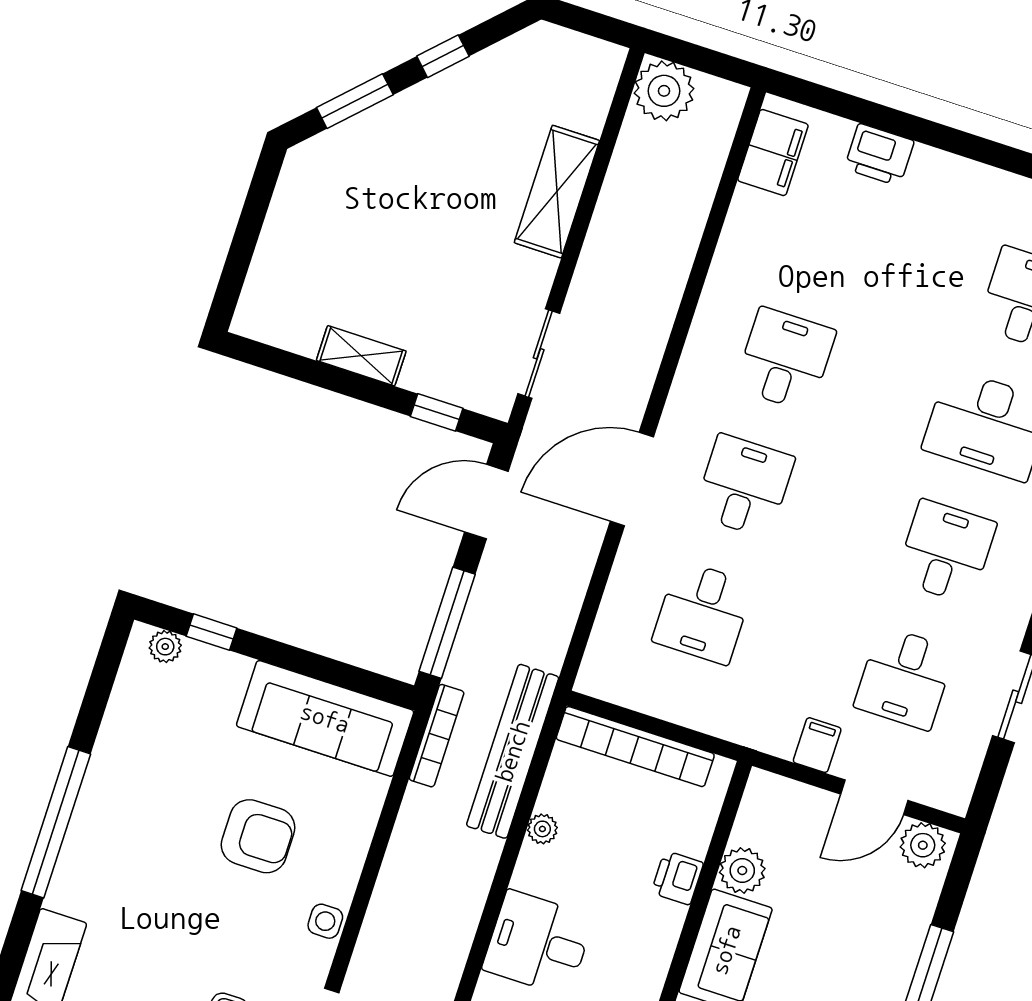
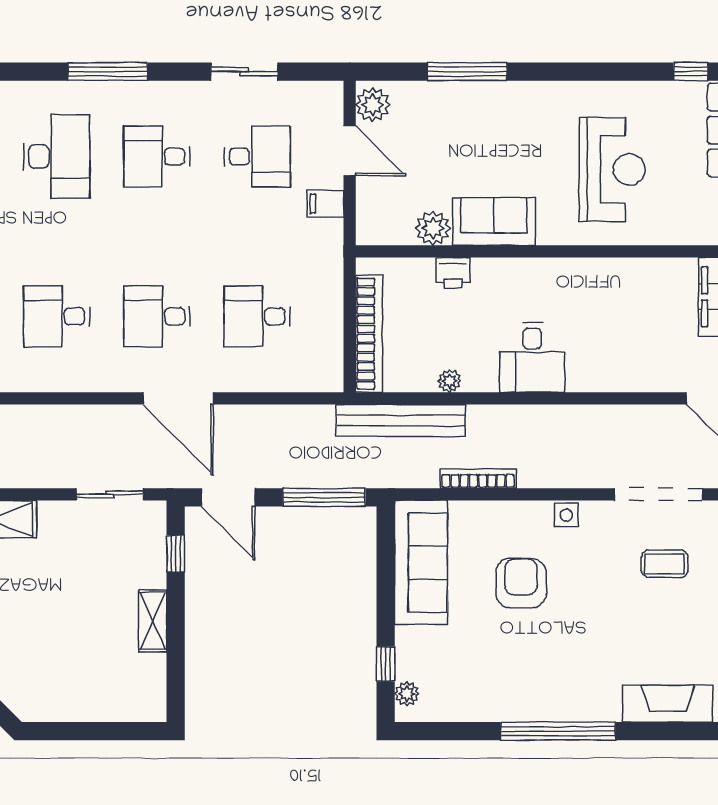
desk: (703, 612) -> (257, 316), turned 180
bookcase: (437, 736) -> (478, 479), moved

